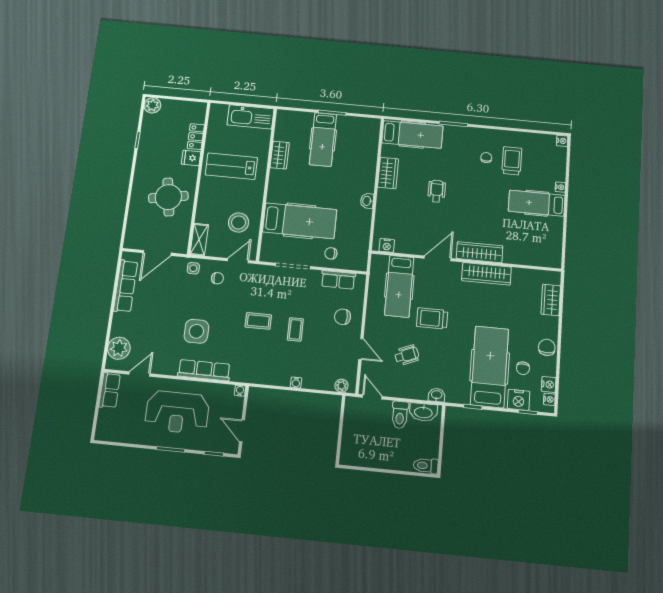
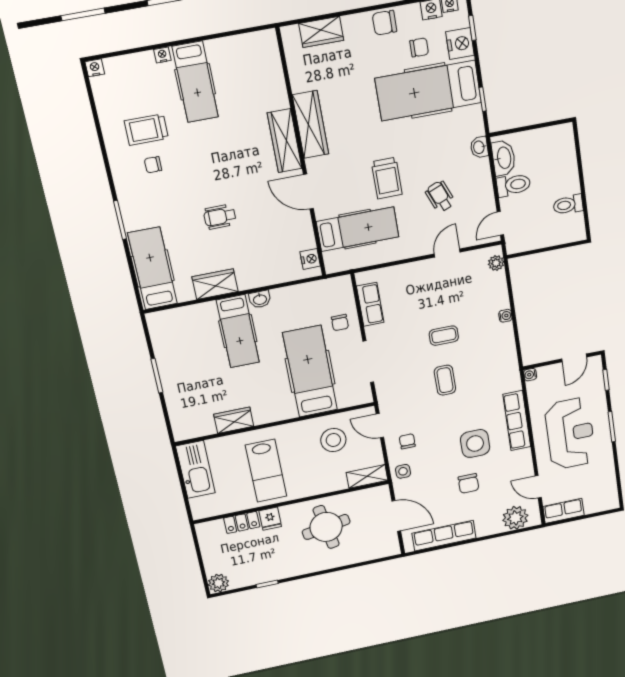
hospital bed: (323, 139) -> (238, 331), moved, turned 90
chair: (342, 317) -> (468, 483), moved
toilet: (426, 466) -> (568, 205), moved, turned 90

